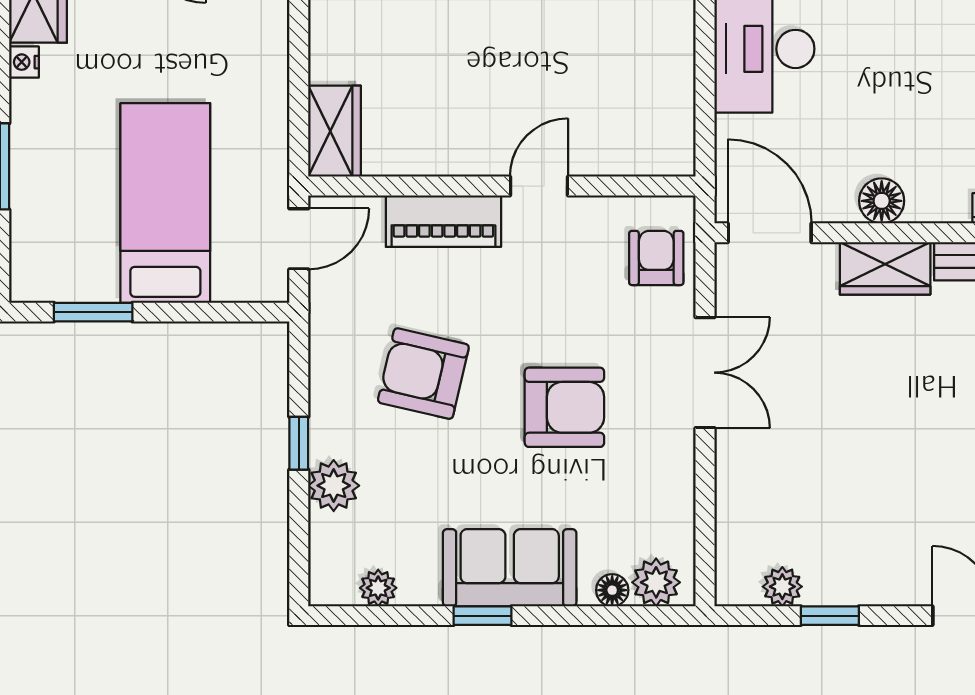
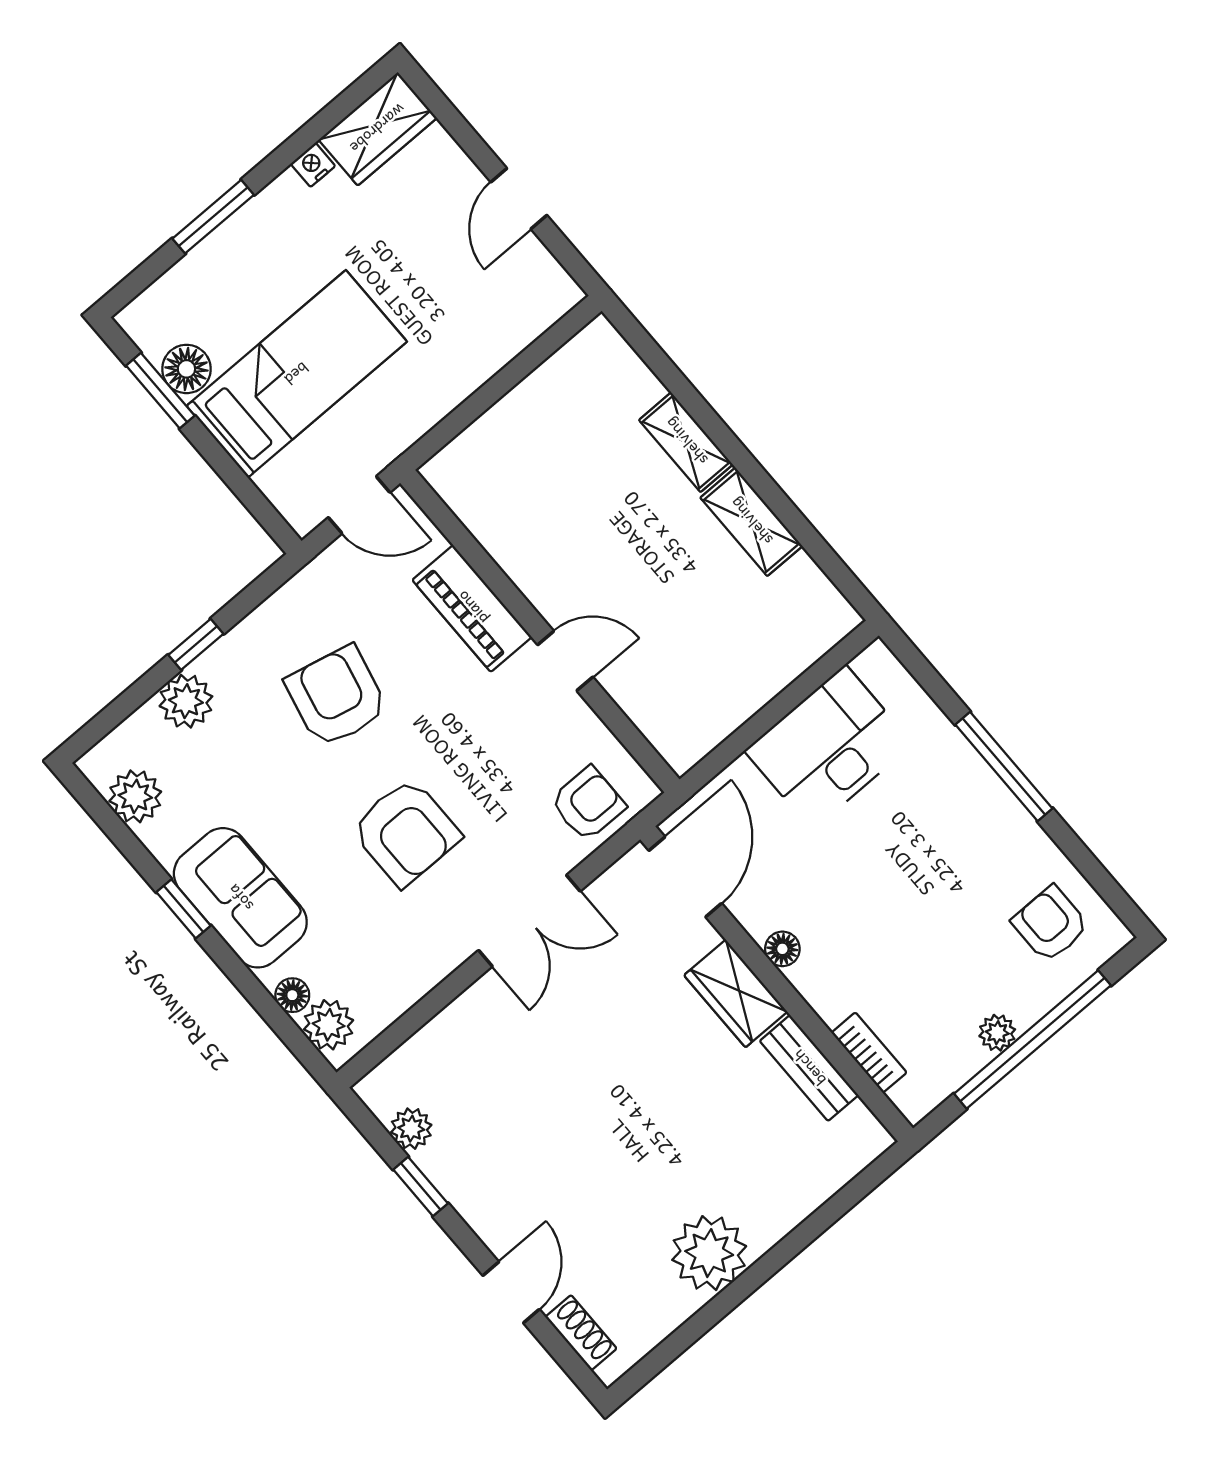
wardrobe: (334, 131) -> (470, 460), removed
floor lamp: (882, 201) -> (782, 949), width x0.73, depth x0.73
floor lamp: (94, 280) -> (186, 369), added
plant: (378, 588) -> (135, 796), width x1.38, depth x1.38

